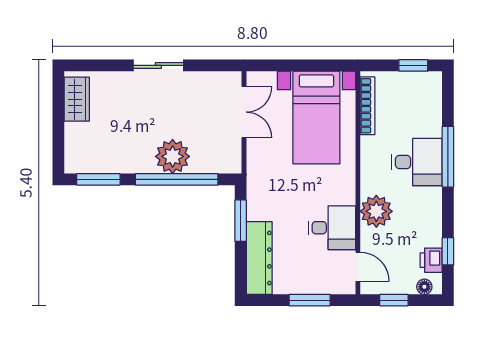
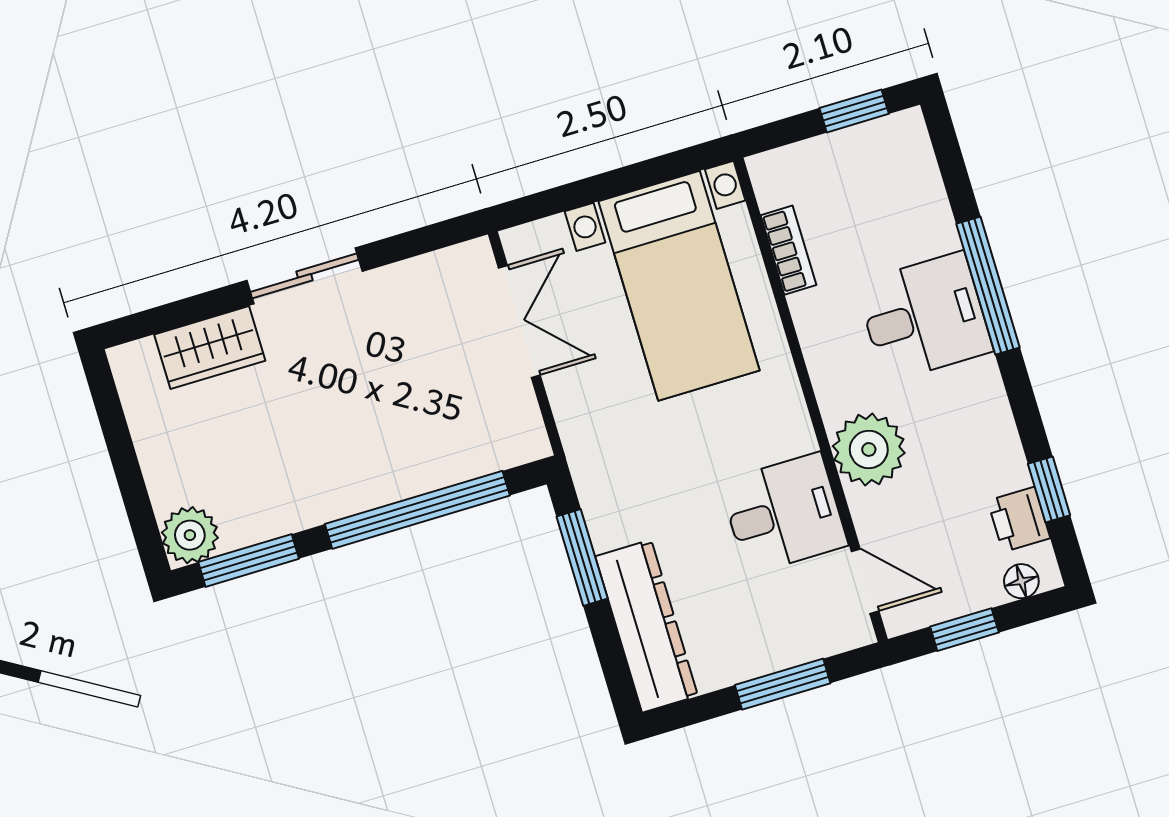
wardrobe: (77, 99) -> (210, 348), moved, turned 90
bookcase: (368, 106) -> (788, 250), width x0.64
plant: (173, 156) -> (190, 535), moved, width x0.73, depth x0.73

